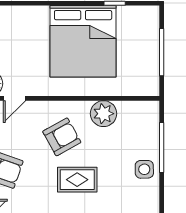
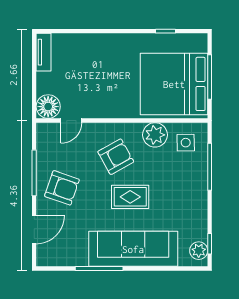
bed: (83, 41) -> (174, 84), moved, turned 90
side table: (144, 169) -> (186, 143), moved

